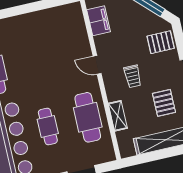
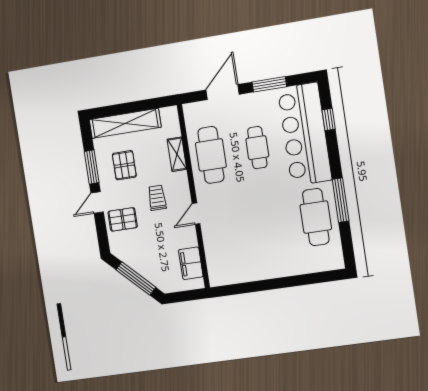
pallet: (161, 42) -> (123, 219), moved
door: (97, 65) -> (196, 214), swing flipped

